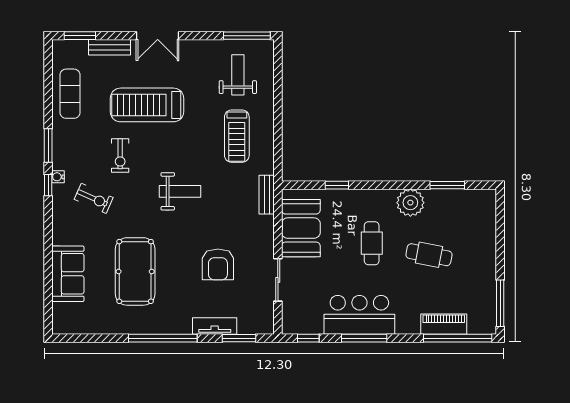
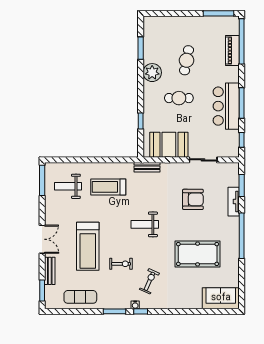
treadmill: (237, 136) -> (108, 187), turned 180
weight bench: (180, 191) -> (145, 224), turned -90
sofa: (68, 274) -> (221, 298), moved

